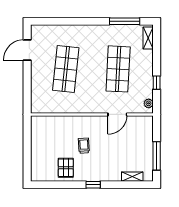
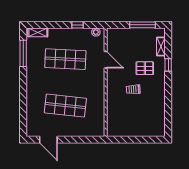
pallet: (66, 168) -> (145, 68), moved
window: (93, 185) -> (168, 65), moved

